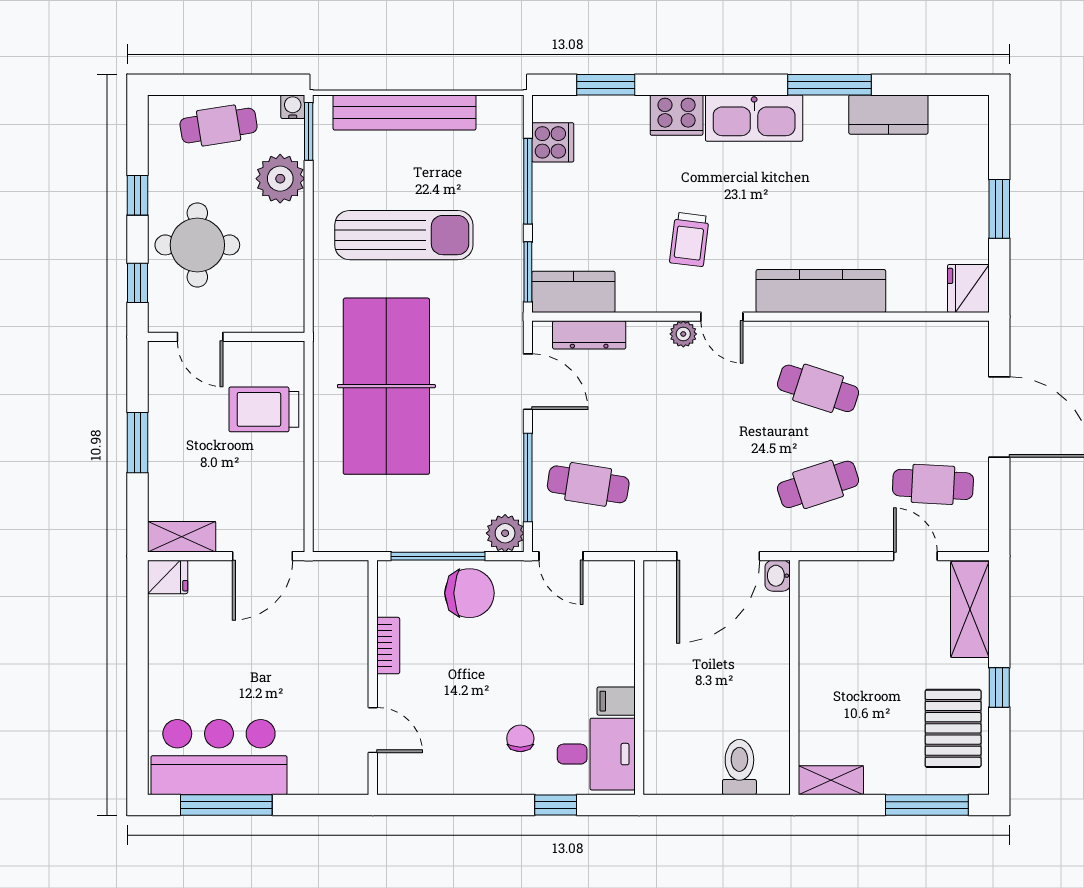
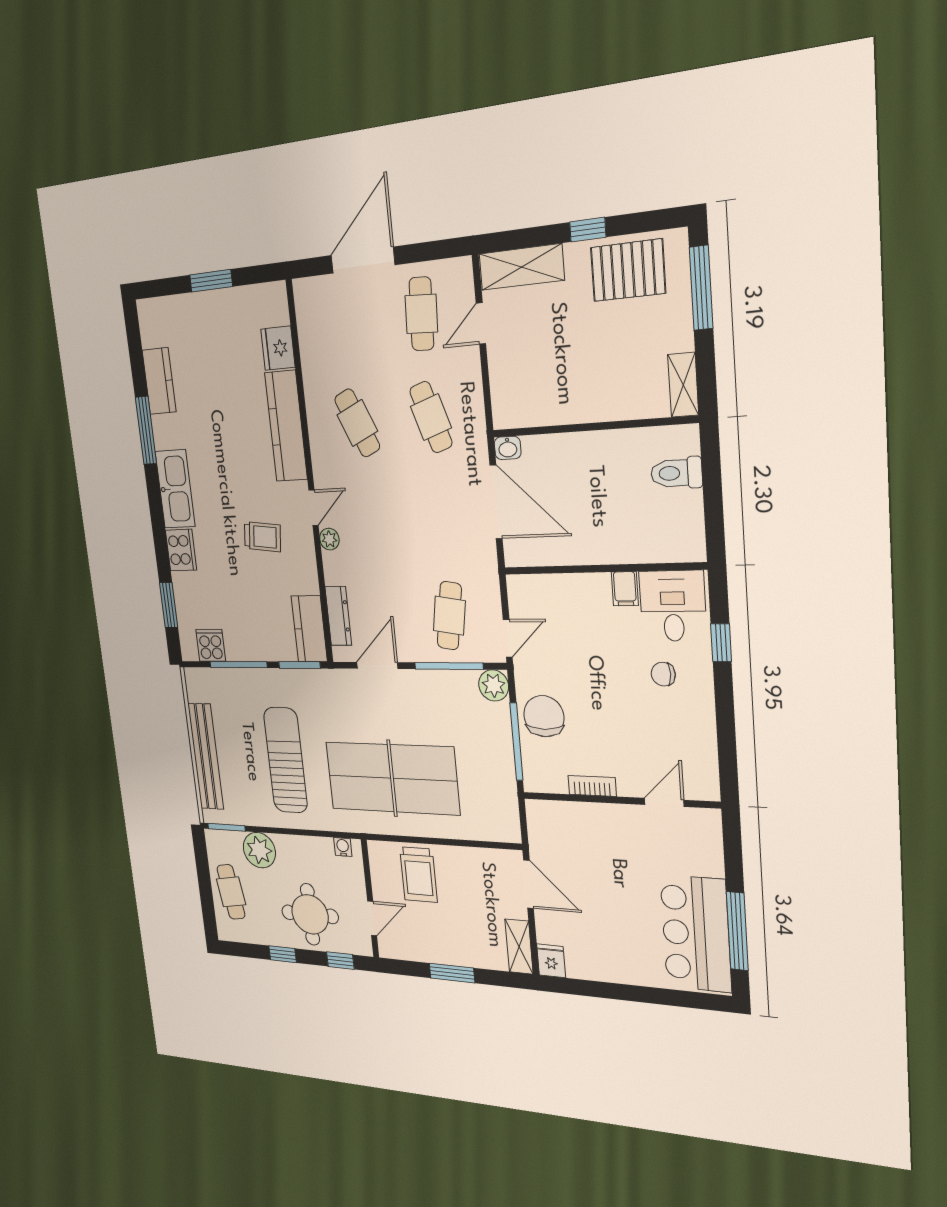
water cooler: (293, 107) -> (343, 847), moved, turned 90
fridge: (968, 288) -> (278, 348), moved, turned 90
cafe table: (818, 388) -> (357, 423), turned -42

